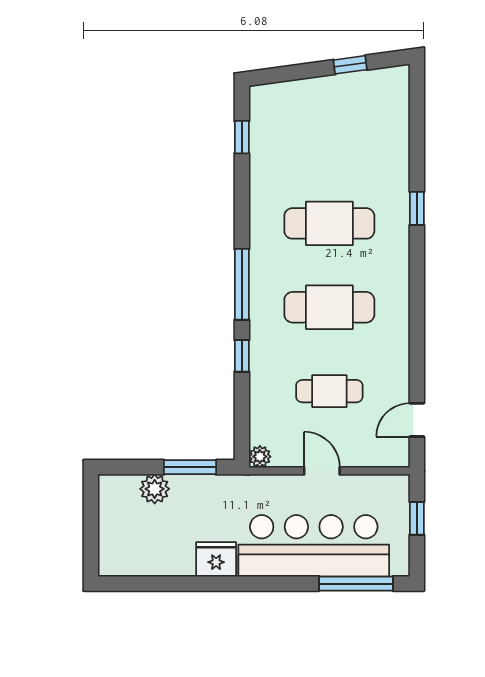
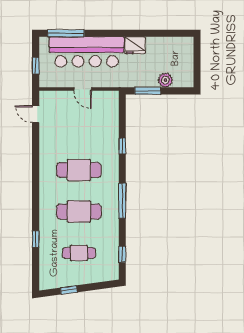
window: (417, 208) -> (36, 239), moved
window: (242, 284) -> (122, 201), moved
cafe table: (329, 391) -> (79, 253), moved
door: (417, 420) -> (36, 114), swing flipped
plant: (260, 457) -> (113, 96), removed

